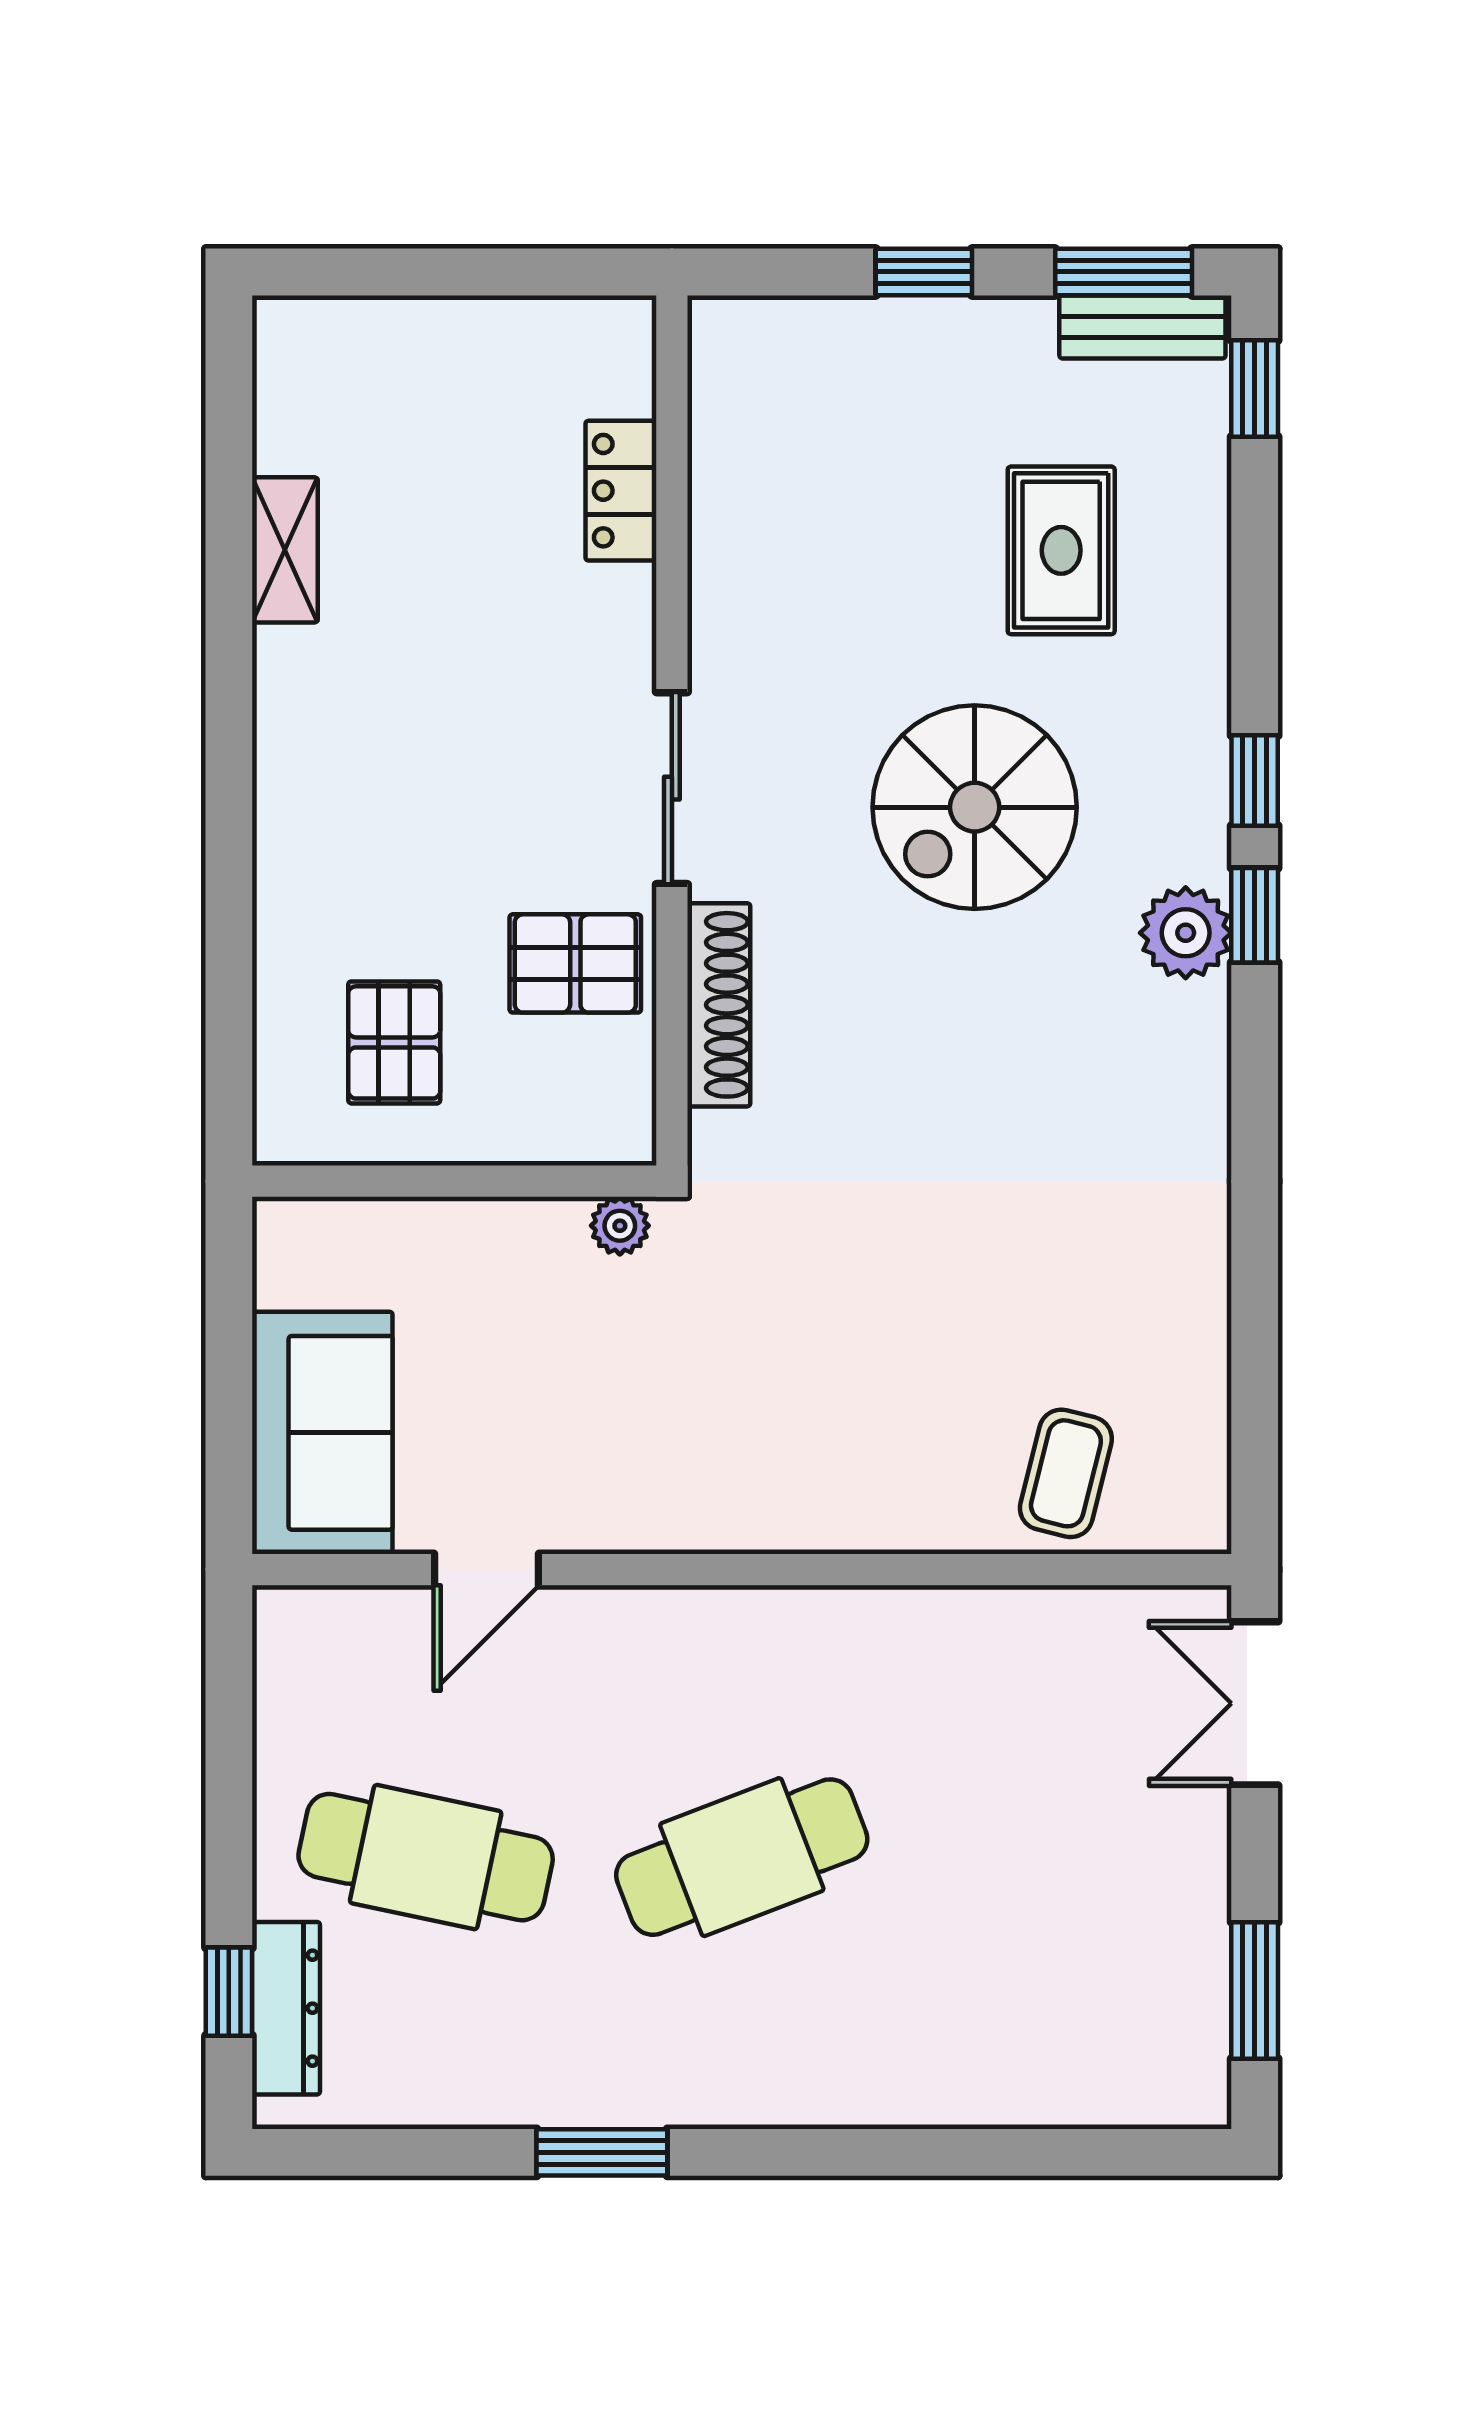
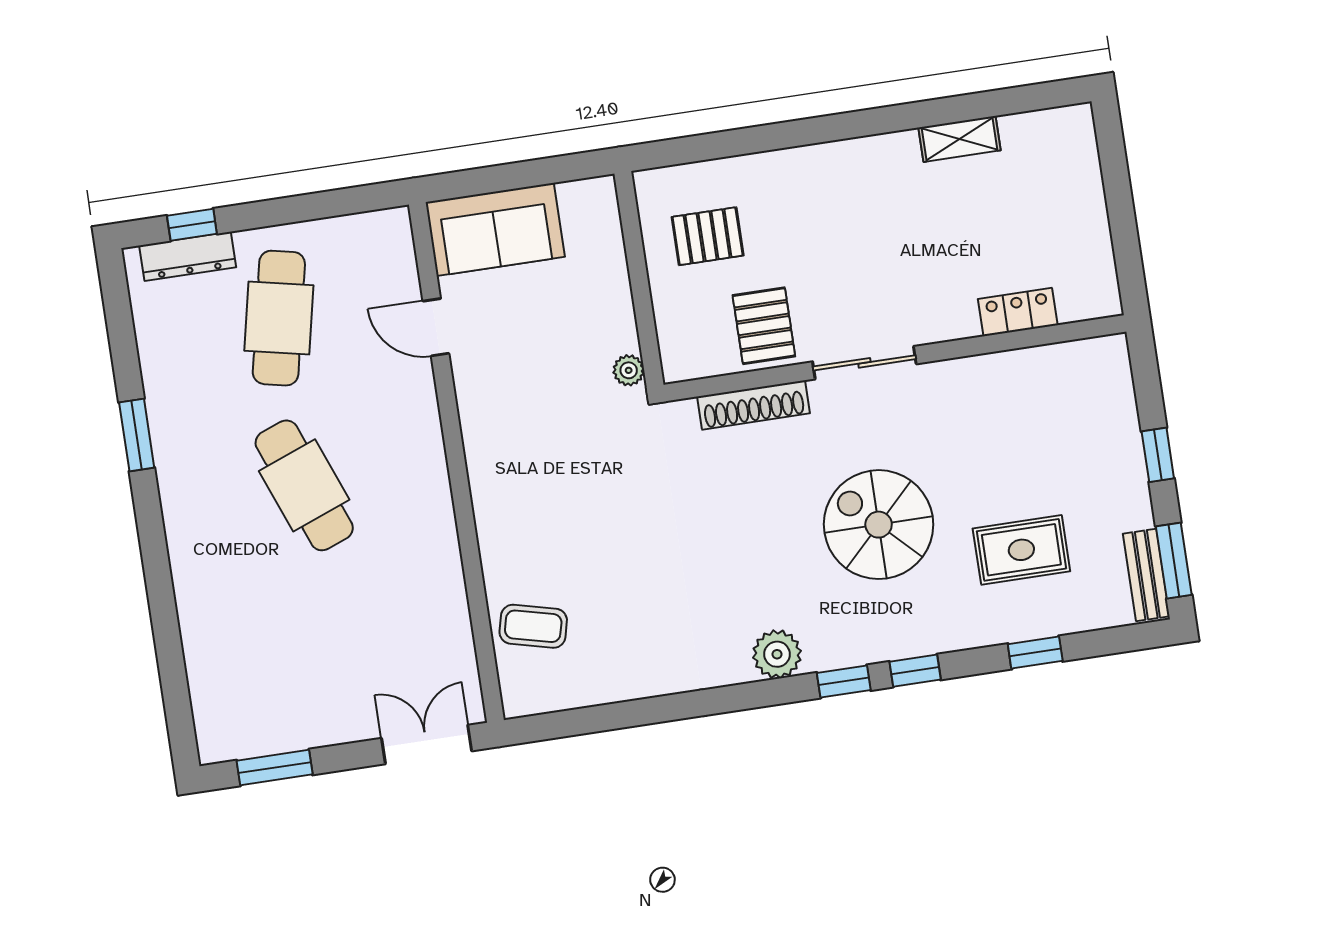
window: (1255, 388) -> (1035, 652), moved
plant: (1186, 933) -> (777, 654), moved

